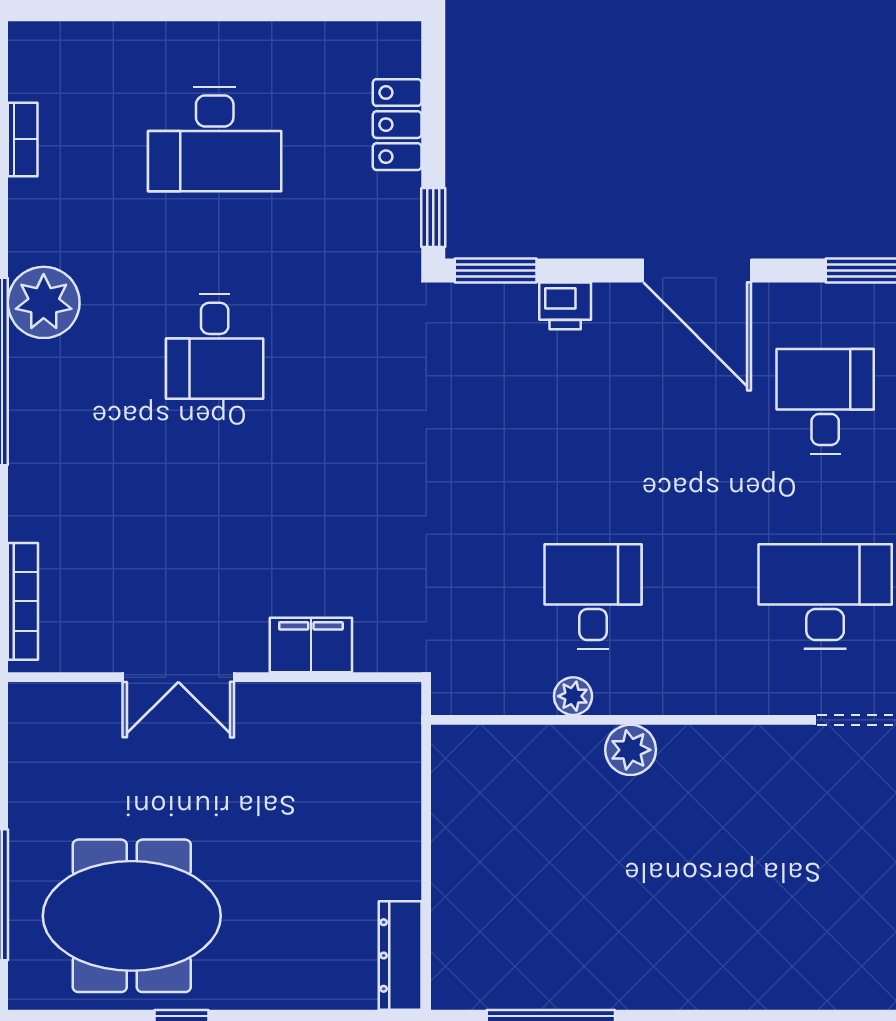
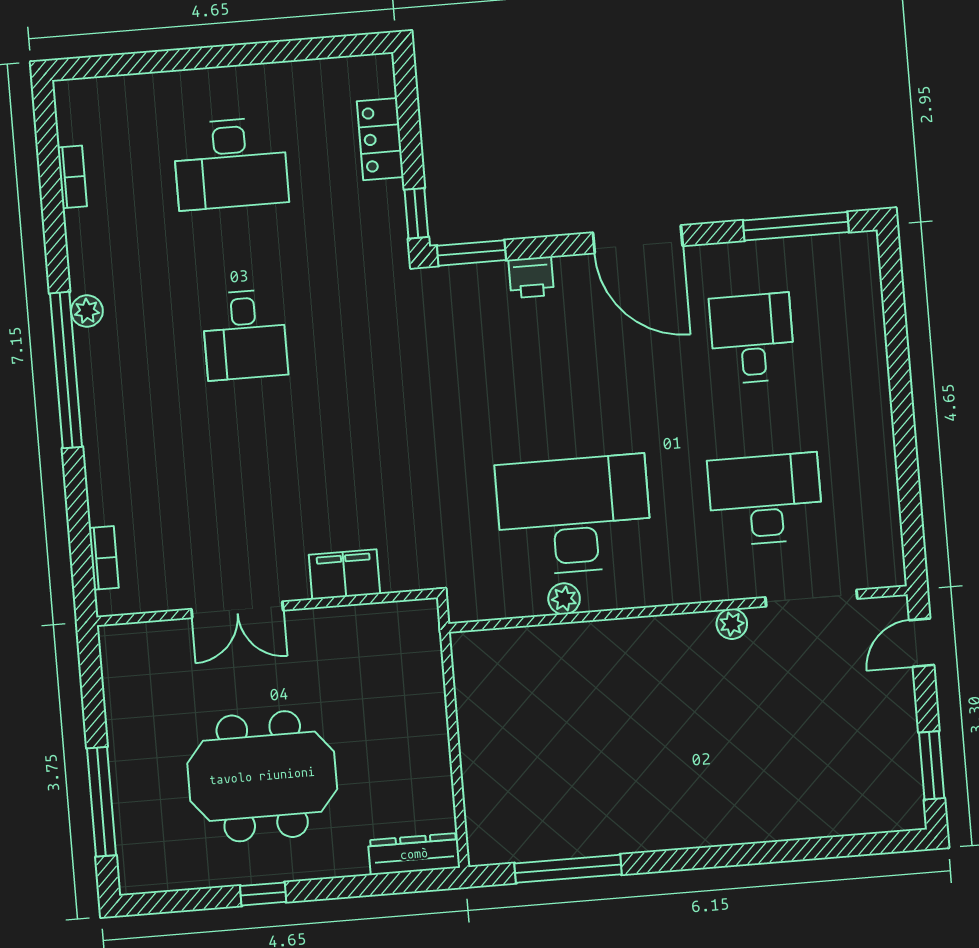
plant: (44, 302) -> (87, 311), width x0.53, depth x0.53
desk: (593, 596) -> (574, 515), width x1.87, depth x1.30
bookcase: (23, 601) -> (104, 558), width x0.64
plant: (631, 750) -> (732, 624), moved, width x0.73, depth x0.73
meeting table: (132, 916) -> (262, 776), moved
dresser: (400, 956) -> (414, 854), moved, turned 90

